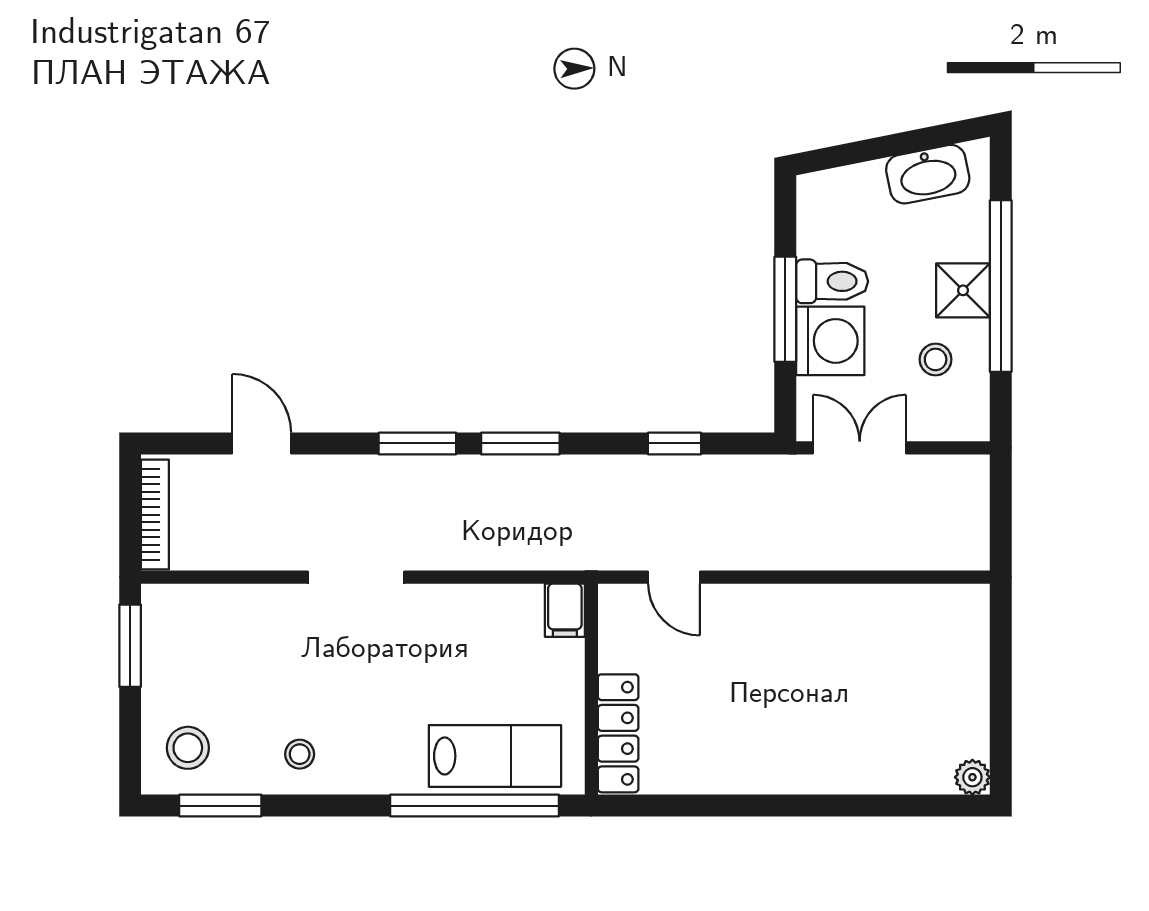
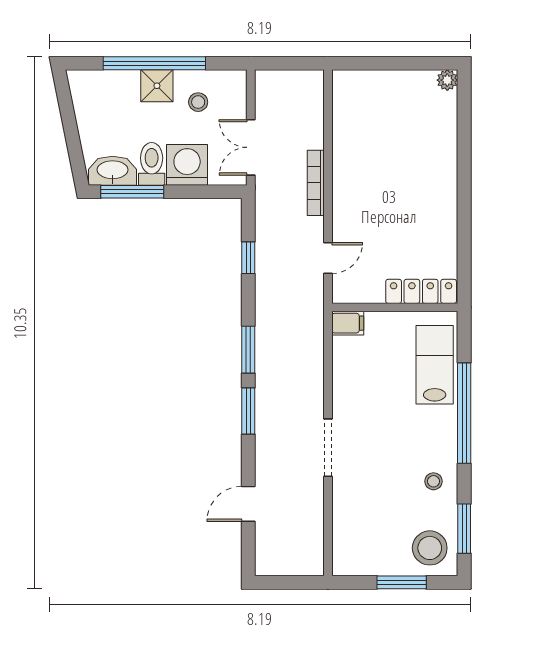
washbasin: (928, 174) -> (113, 171), moved, turned -79
window: (785, 309) -> (132, 192), moved
bookcase: (155, 515) -> (316, 183), moved, turned -90
window: (130, 646) -> (402, 582), moved
stool: (188, 748) -> (430, 548), width x1.38, depth x1.38
window: (475, 806) -> (464, 413), moved

